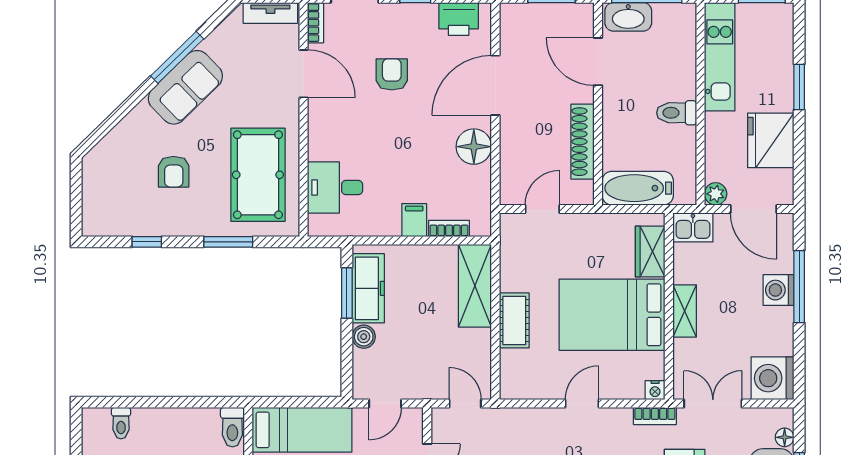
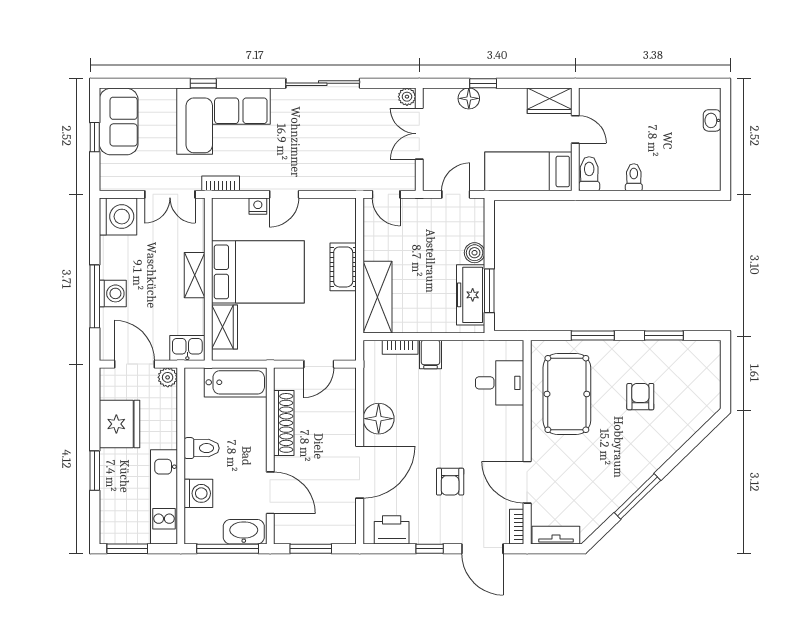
washing machine: (680, 61) -> (198, 493), added
sofa: (185, 87) -> (630, 470), removed
window: (147, 242) -> (664, 335), width x1.50
nightstand: (655, 390) -> (258, 206), moved
toilet: (121, 423) -> (634, 177), moved
floor lamp: (785, 437) -> (107, 165), removed

